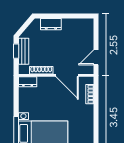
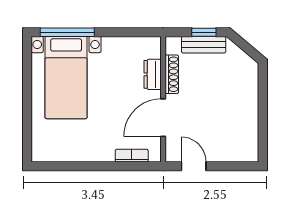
dresser: (51, 24) -> (249, 91), removed
dresser: (28, 82) -> (153, 74), moved

